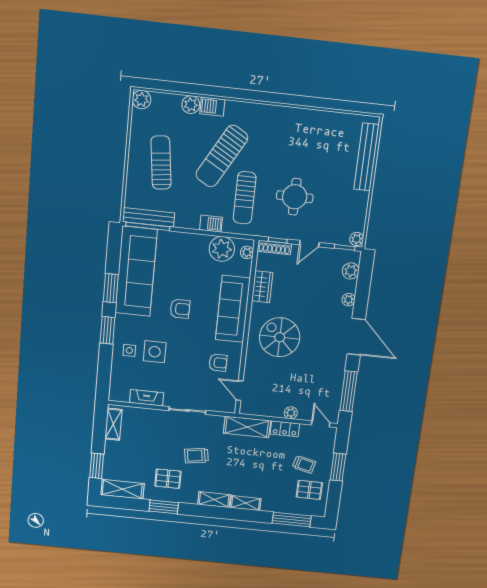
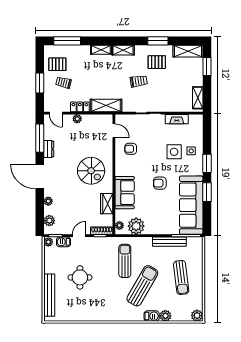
round table: (295, 197) -> (80, 277), moved
bench: (149, 217) -> (169, 242), moved
barbecue: (211, 224) -> (63, 242), moved
sofa: (233, 309) -> (125, 193), width x0.73
dresser: (338, 375) -> (49, 149), added

